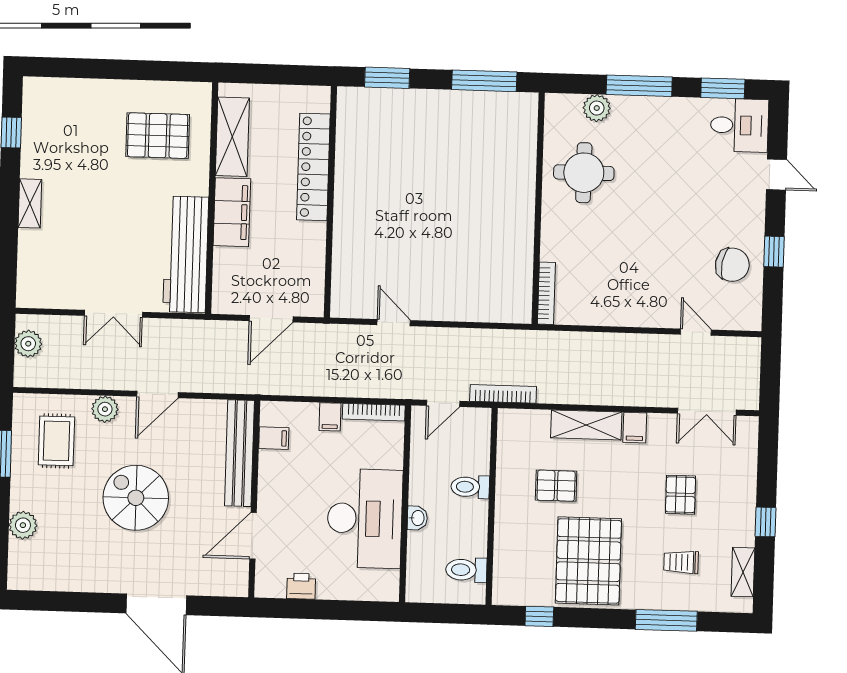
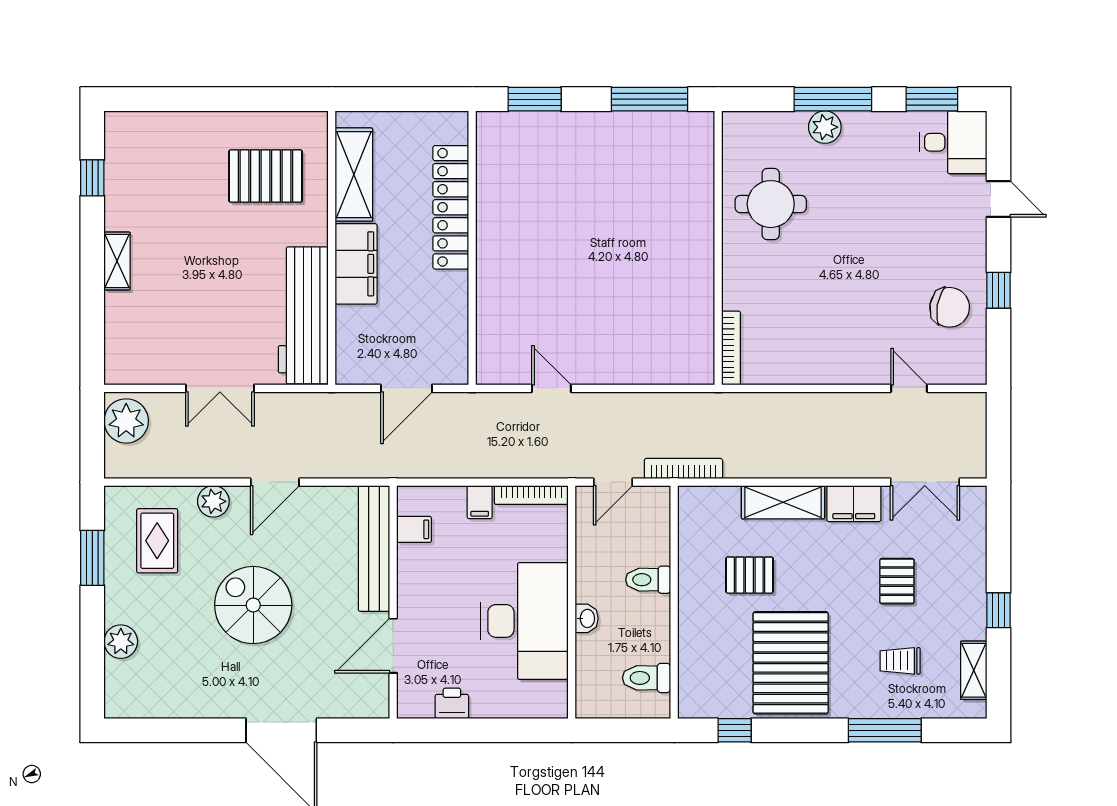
plant: (597, 108) -> (825, 127), moved
plant: (28, 344) -> (126, 421), width x1.36, depth x1.36
filing cabinet: (635, 428) -> (854, 504), width x2.00

